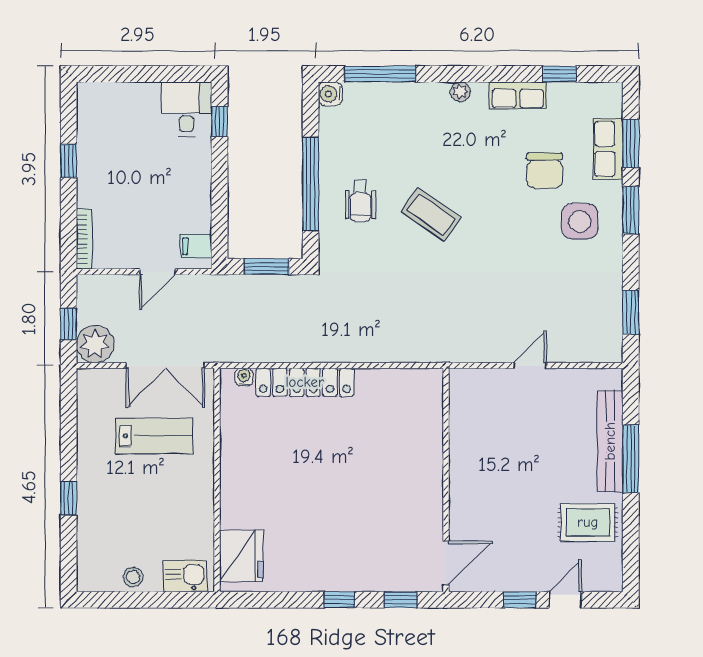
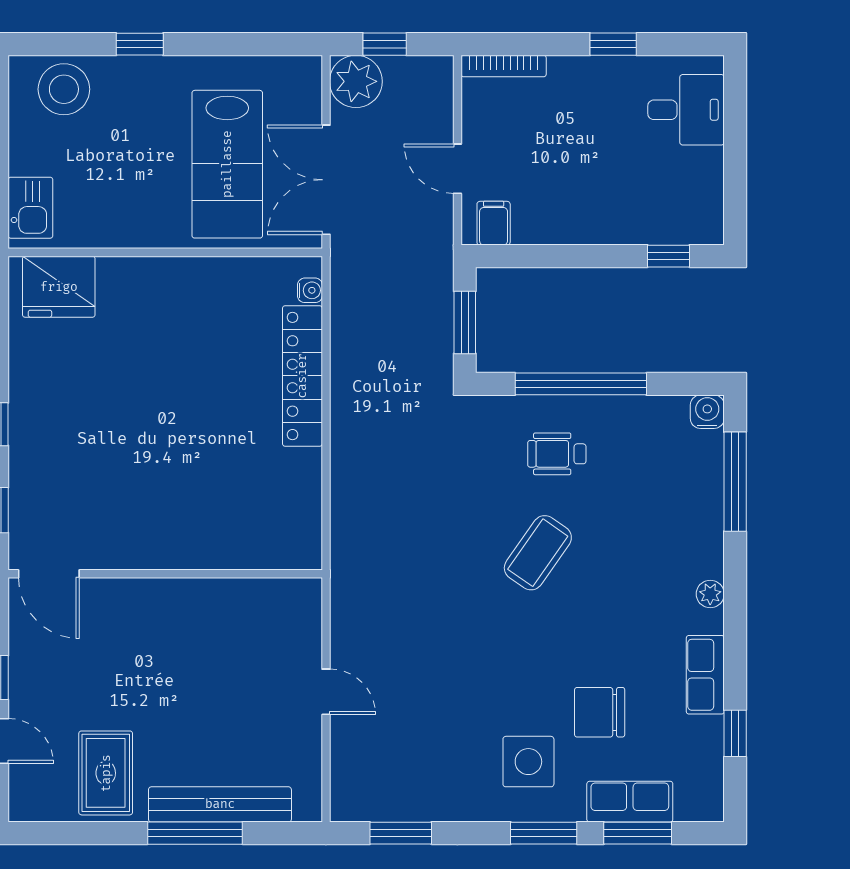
desk: (187, 109) -> (686, 110), moved
lab bench: (154, 436) -> (227, 164), width x1.36, depth x1.39
stool: (133, 577) -> (64, 89), moved, width x1.89, depth x1.89

